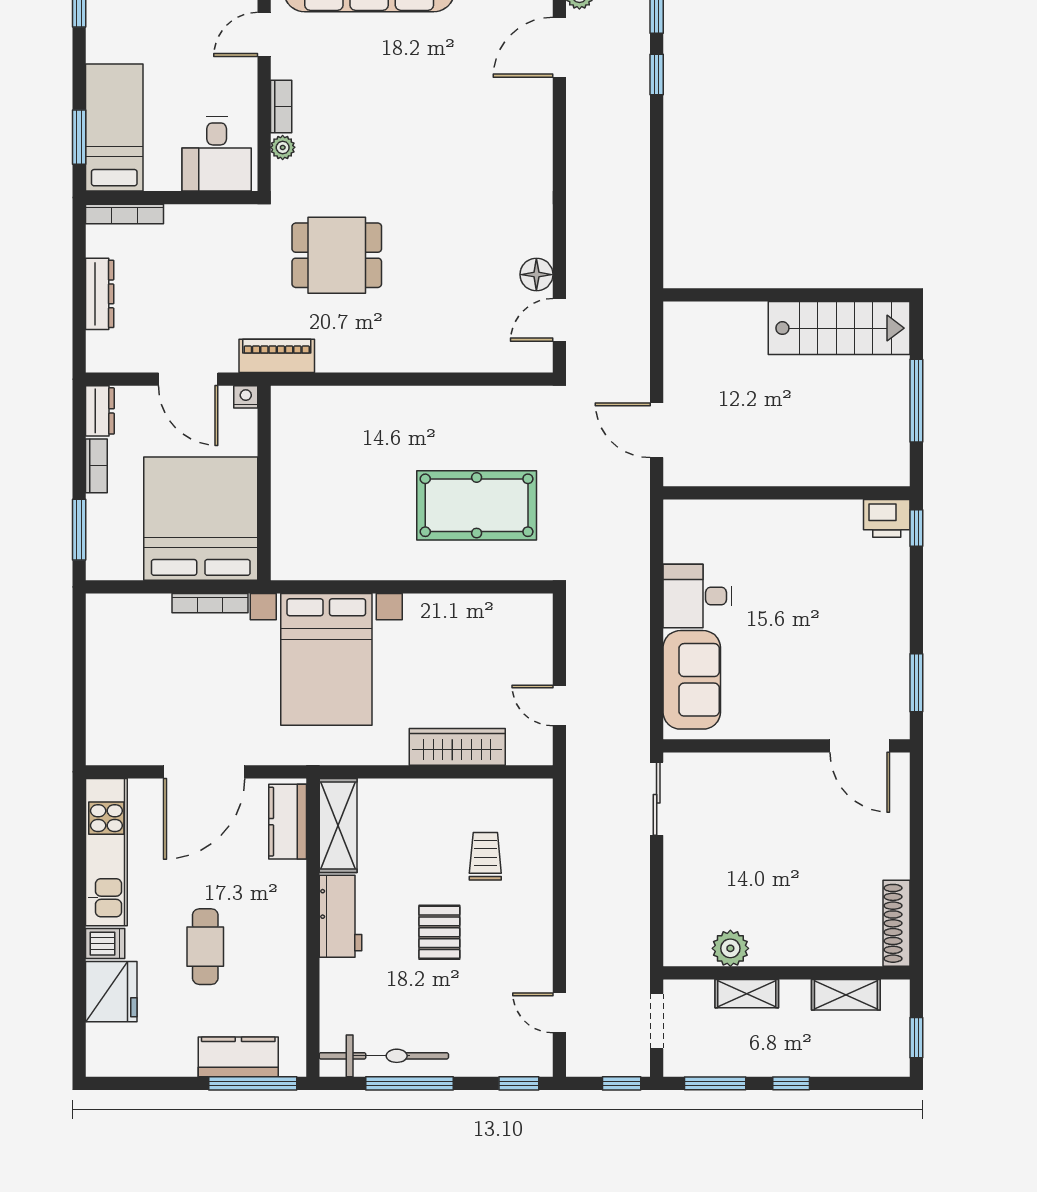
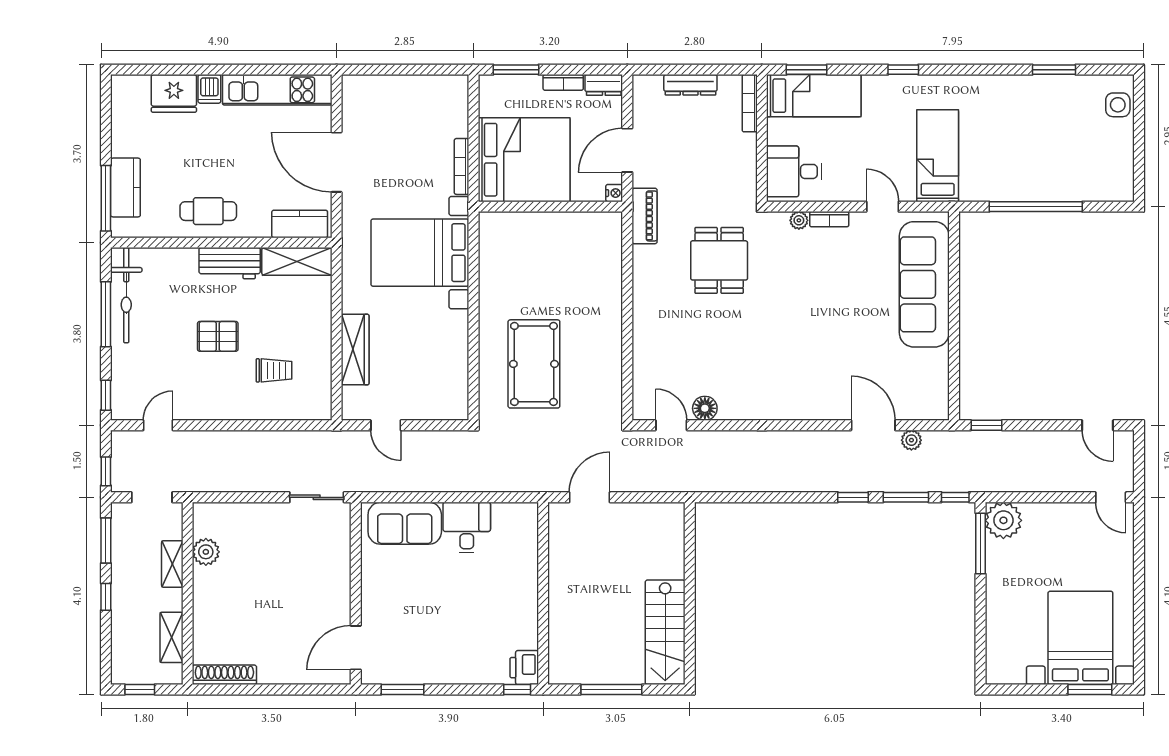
door: (559, 705) -> (386, 425), swing flipped
cafe table: (205, 947) -> (208, 211), moved

